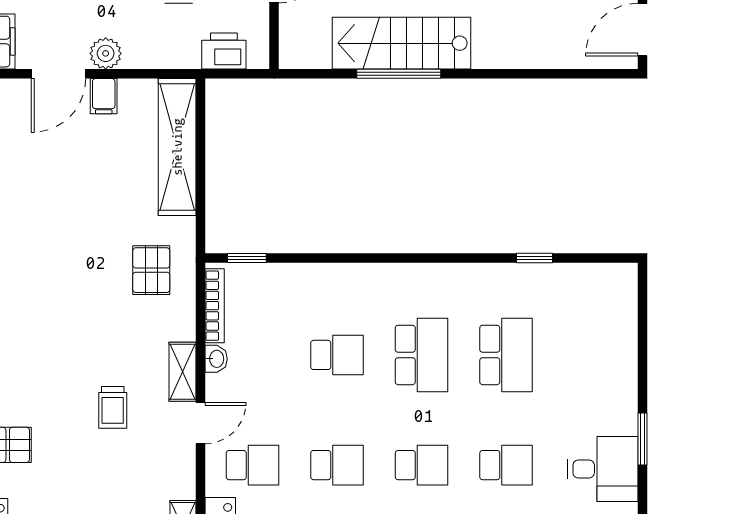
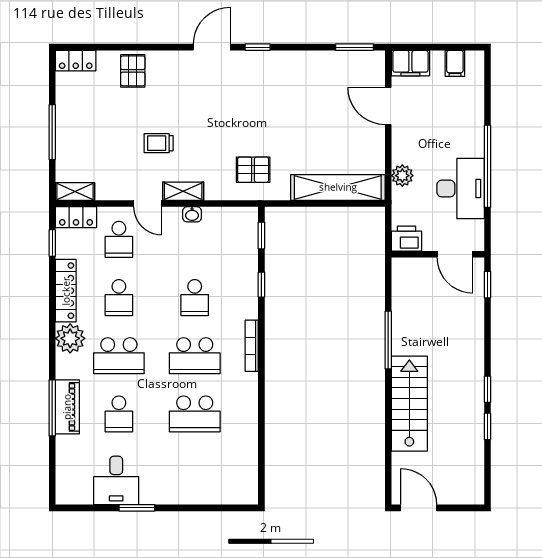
stairs: (402, 43) -> (409, 404), moved
printer: (224, 51) -> (407, 239), moved, turned -90
plant: (106, 53) -> (402, 176), moved
filing cabinet: (104, 96) -> (373, 137), removed
window: (535, 258) -> (261, 285), moved
bookcase: (215, 306) -> (252, 346), moved, turned 90
school desk: (421, 465) -> (119, 356), width x1.85

